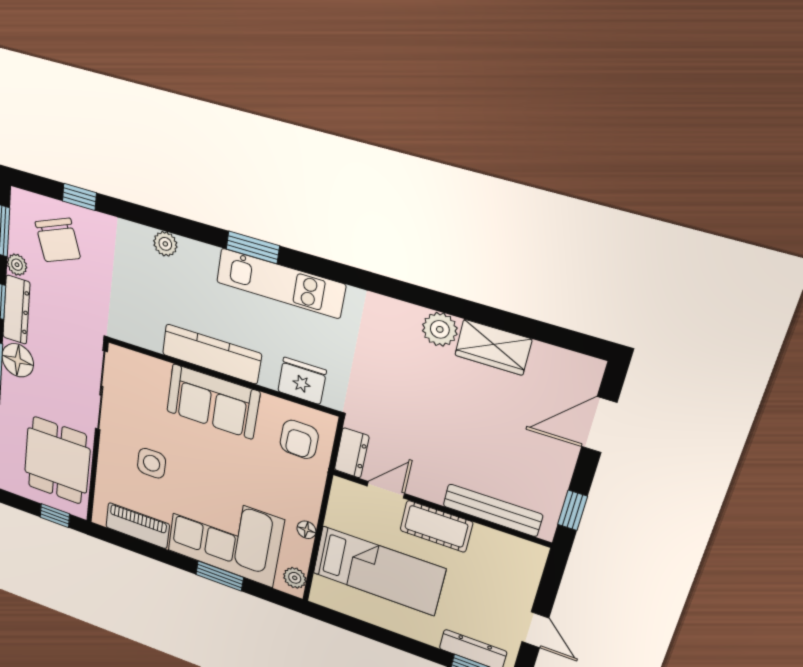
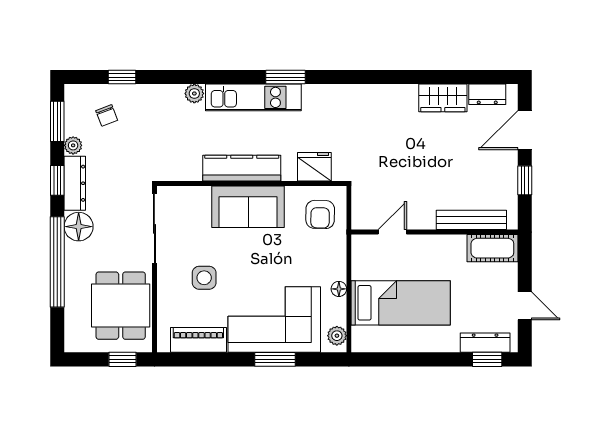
chair: (58, 240) -> (107, 115), width x0.54, depth x0.54
window: (253, 247) -> (285, 77), moved
kitchen unit: (280, 283) -> (253, 97), moved
plant: (440, 329) -> (405, 96), removed
dresser: (352, 453) -> (487, 94), moved, turned 90
window: (573, 510) -> (525, 180), moved
cot: (436, 526) -> (492, 248), moved

